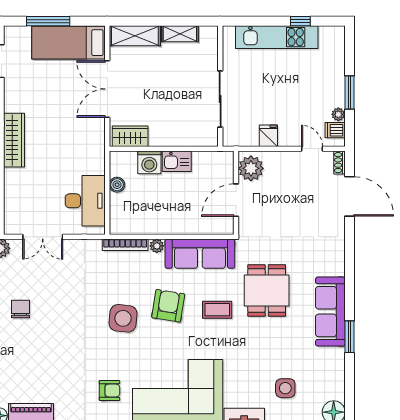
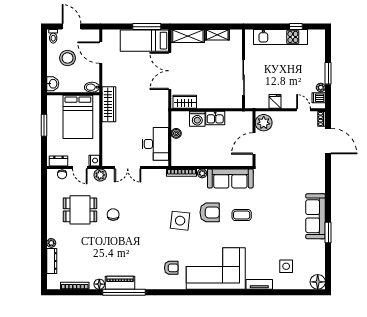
window: (48, 21) -> (147, 27), moved
dining table: (267, 290) -> (274, 202), removed
armchair: (168, 306) -> (210, 212), turned 81

